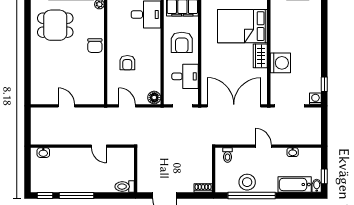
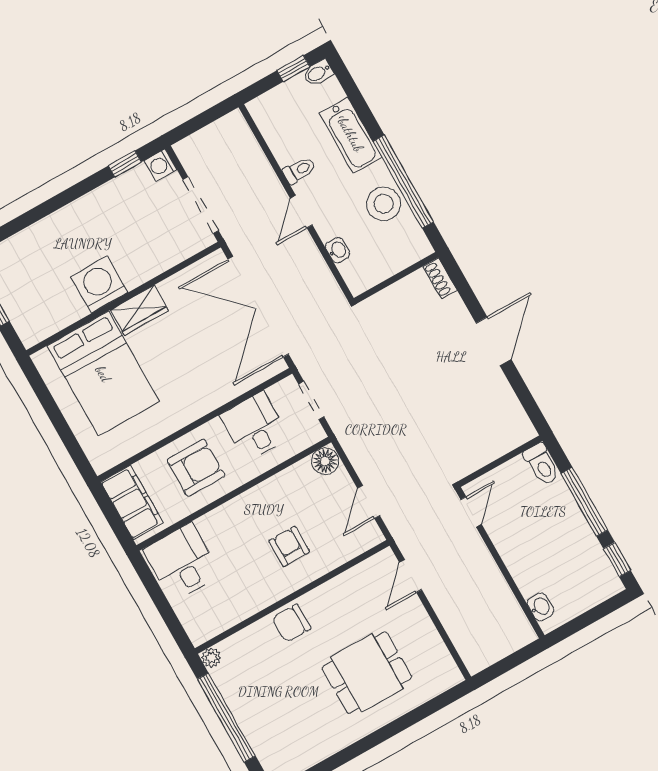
dining table: (55, 25) -> (367, 673), moved, turned 90
chair: (95, 46) -> (291, 623), turned 180
armchair: (127, 63) -> (289, 546), turned -90
washing machine: (280, 63) -> (99, 285), moved
door: (66, 106) -> (411, 576), moved
washbasin: (293, 152) -> (338, 250), moved
toilet: (228, 155) -> (299, 170), moved
wall: (136, 170) -> (500, 461), moved
bathtub: (295, 184) -> (351, 135), moved
toilet: (125, 187) -> (542, 464), moved

